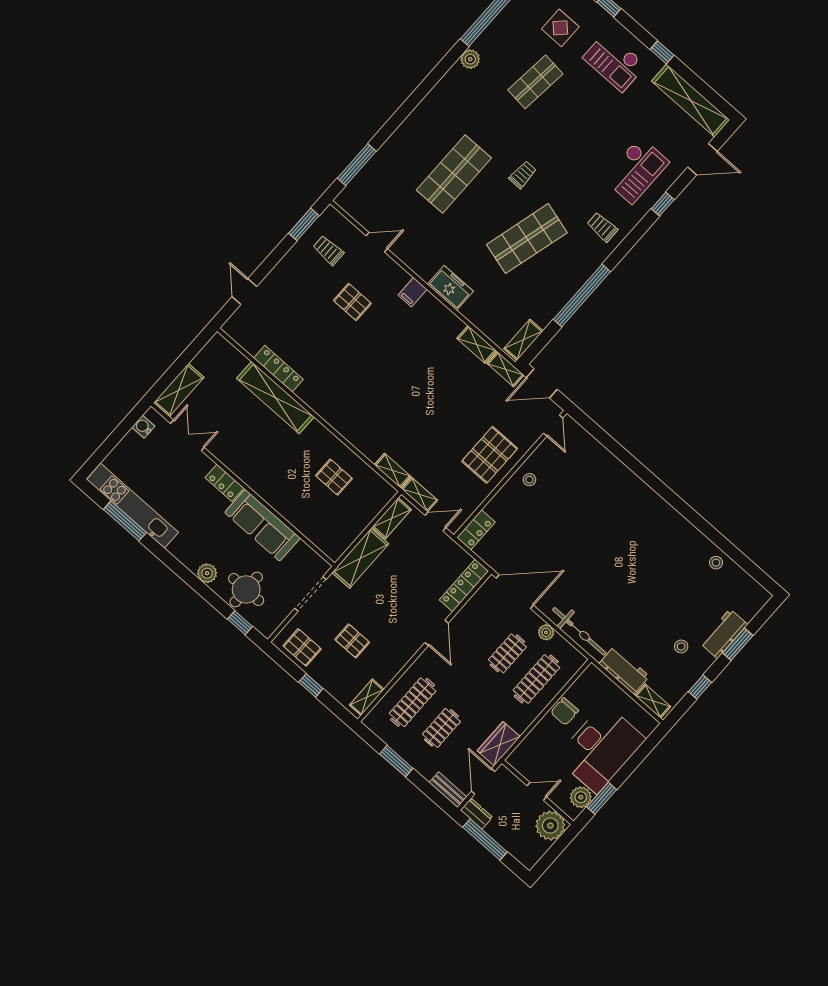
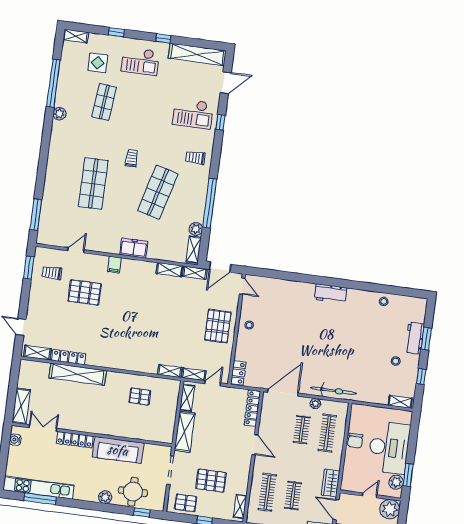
checkout: (636, 170) -> (193, 114), turned 90
pallet: (352, 302) -> (85, 292), width x1.50, depth x1.42
plant: (543, 316) -> (196, 229), added
shelving: (243, 337) -> (37, 353), added
locker: (224, 483) -> (75, 440), width x1.53
pallet: (352, 641) -> (211, 481), width x1.50, depth x1.42
workbench: (624, 670) -> (331, 294), moved, turned 180

